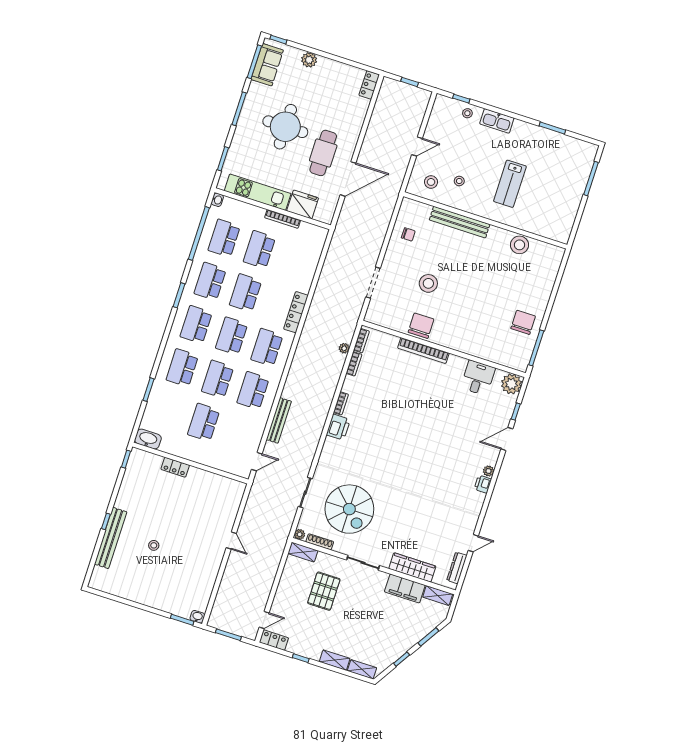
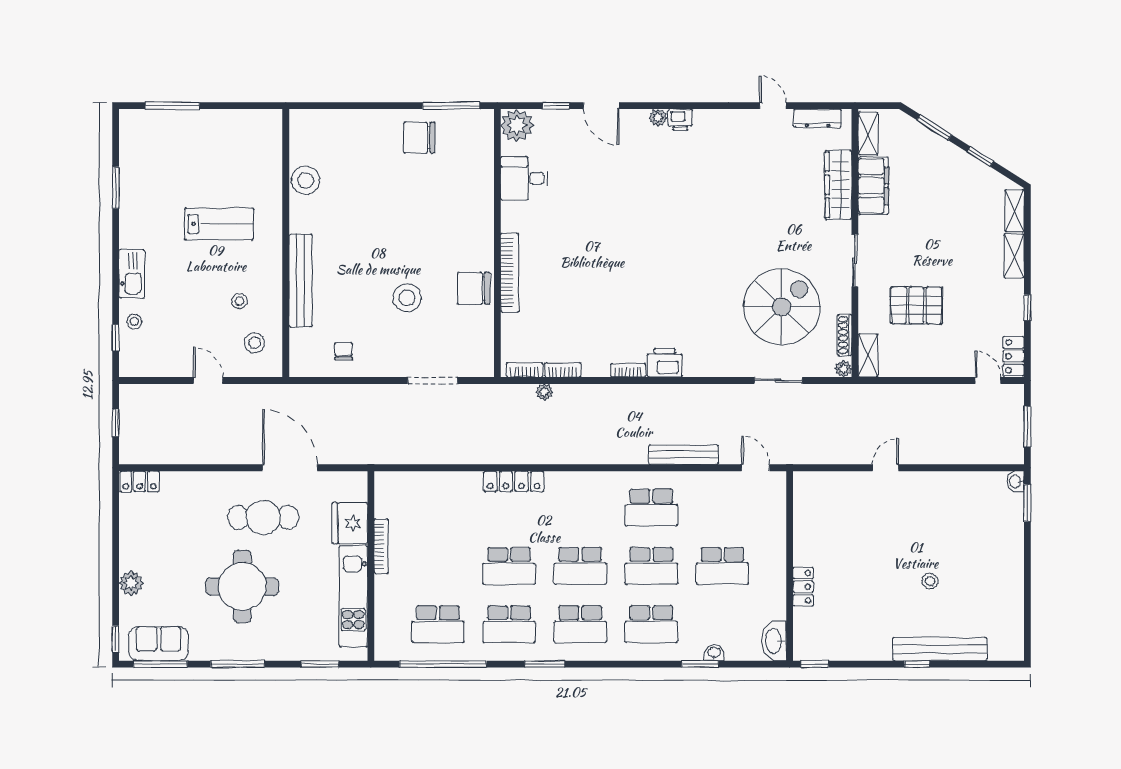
washbasin: (217, 200) -> (714, 653), moved
school desk: (259, 250) -> (438, 566), removed
school desk: (267, 347) -> (580, 508), removed

